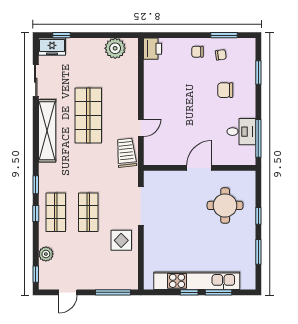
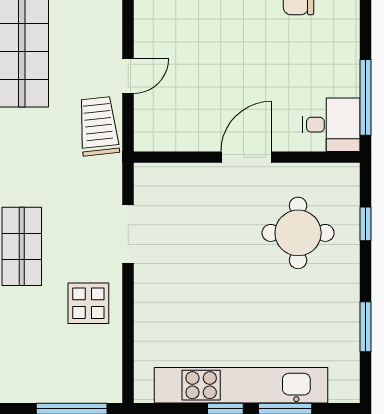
desk: (241, 132) -> (331, 125), moved
doorway: (141, 206) -> (128, 234), width x0.73
window: (258, 216) -> (366, 224), moved

